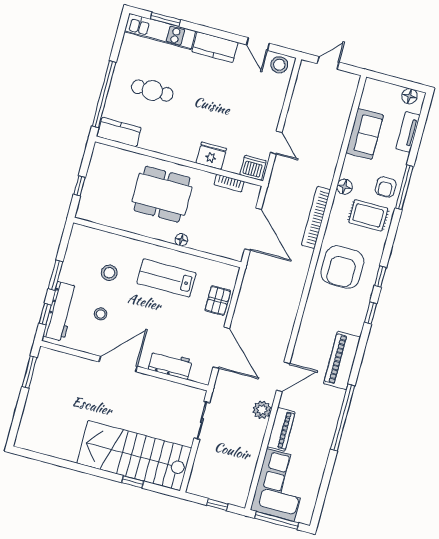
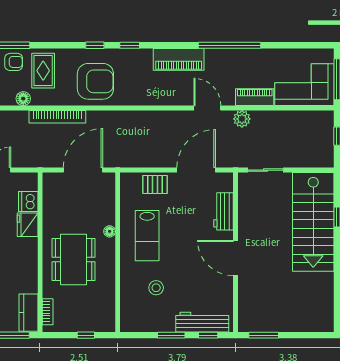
dishwasher: (253, 168) -> (28, 201), moved
bookcase: (229, 183) -> (48, 312), moved
stool: (101, 314) -> (195, 286), removed

